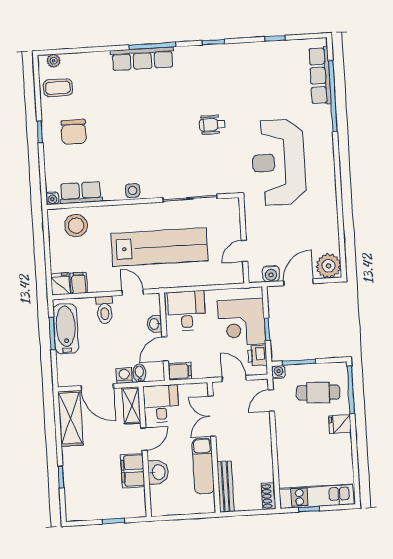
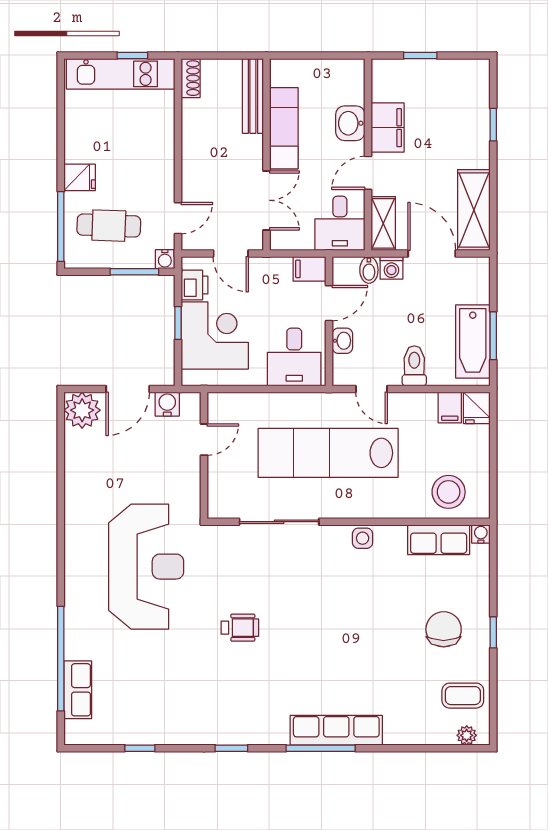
row of seats: (320, 76) -> (78, 690), width x0.68

